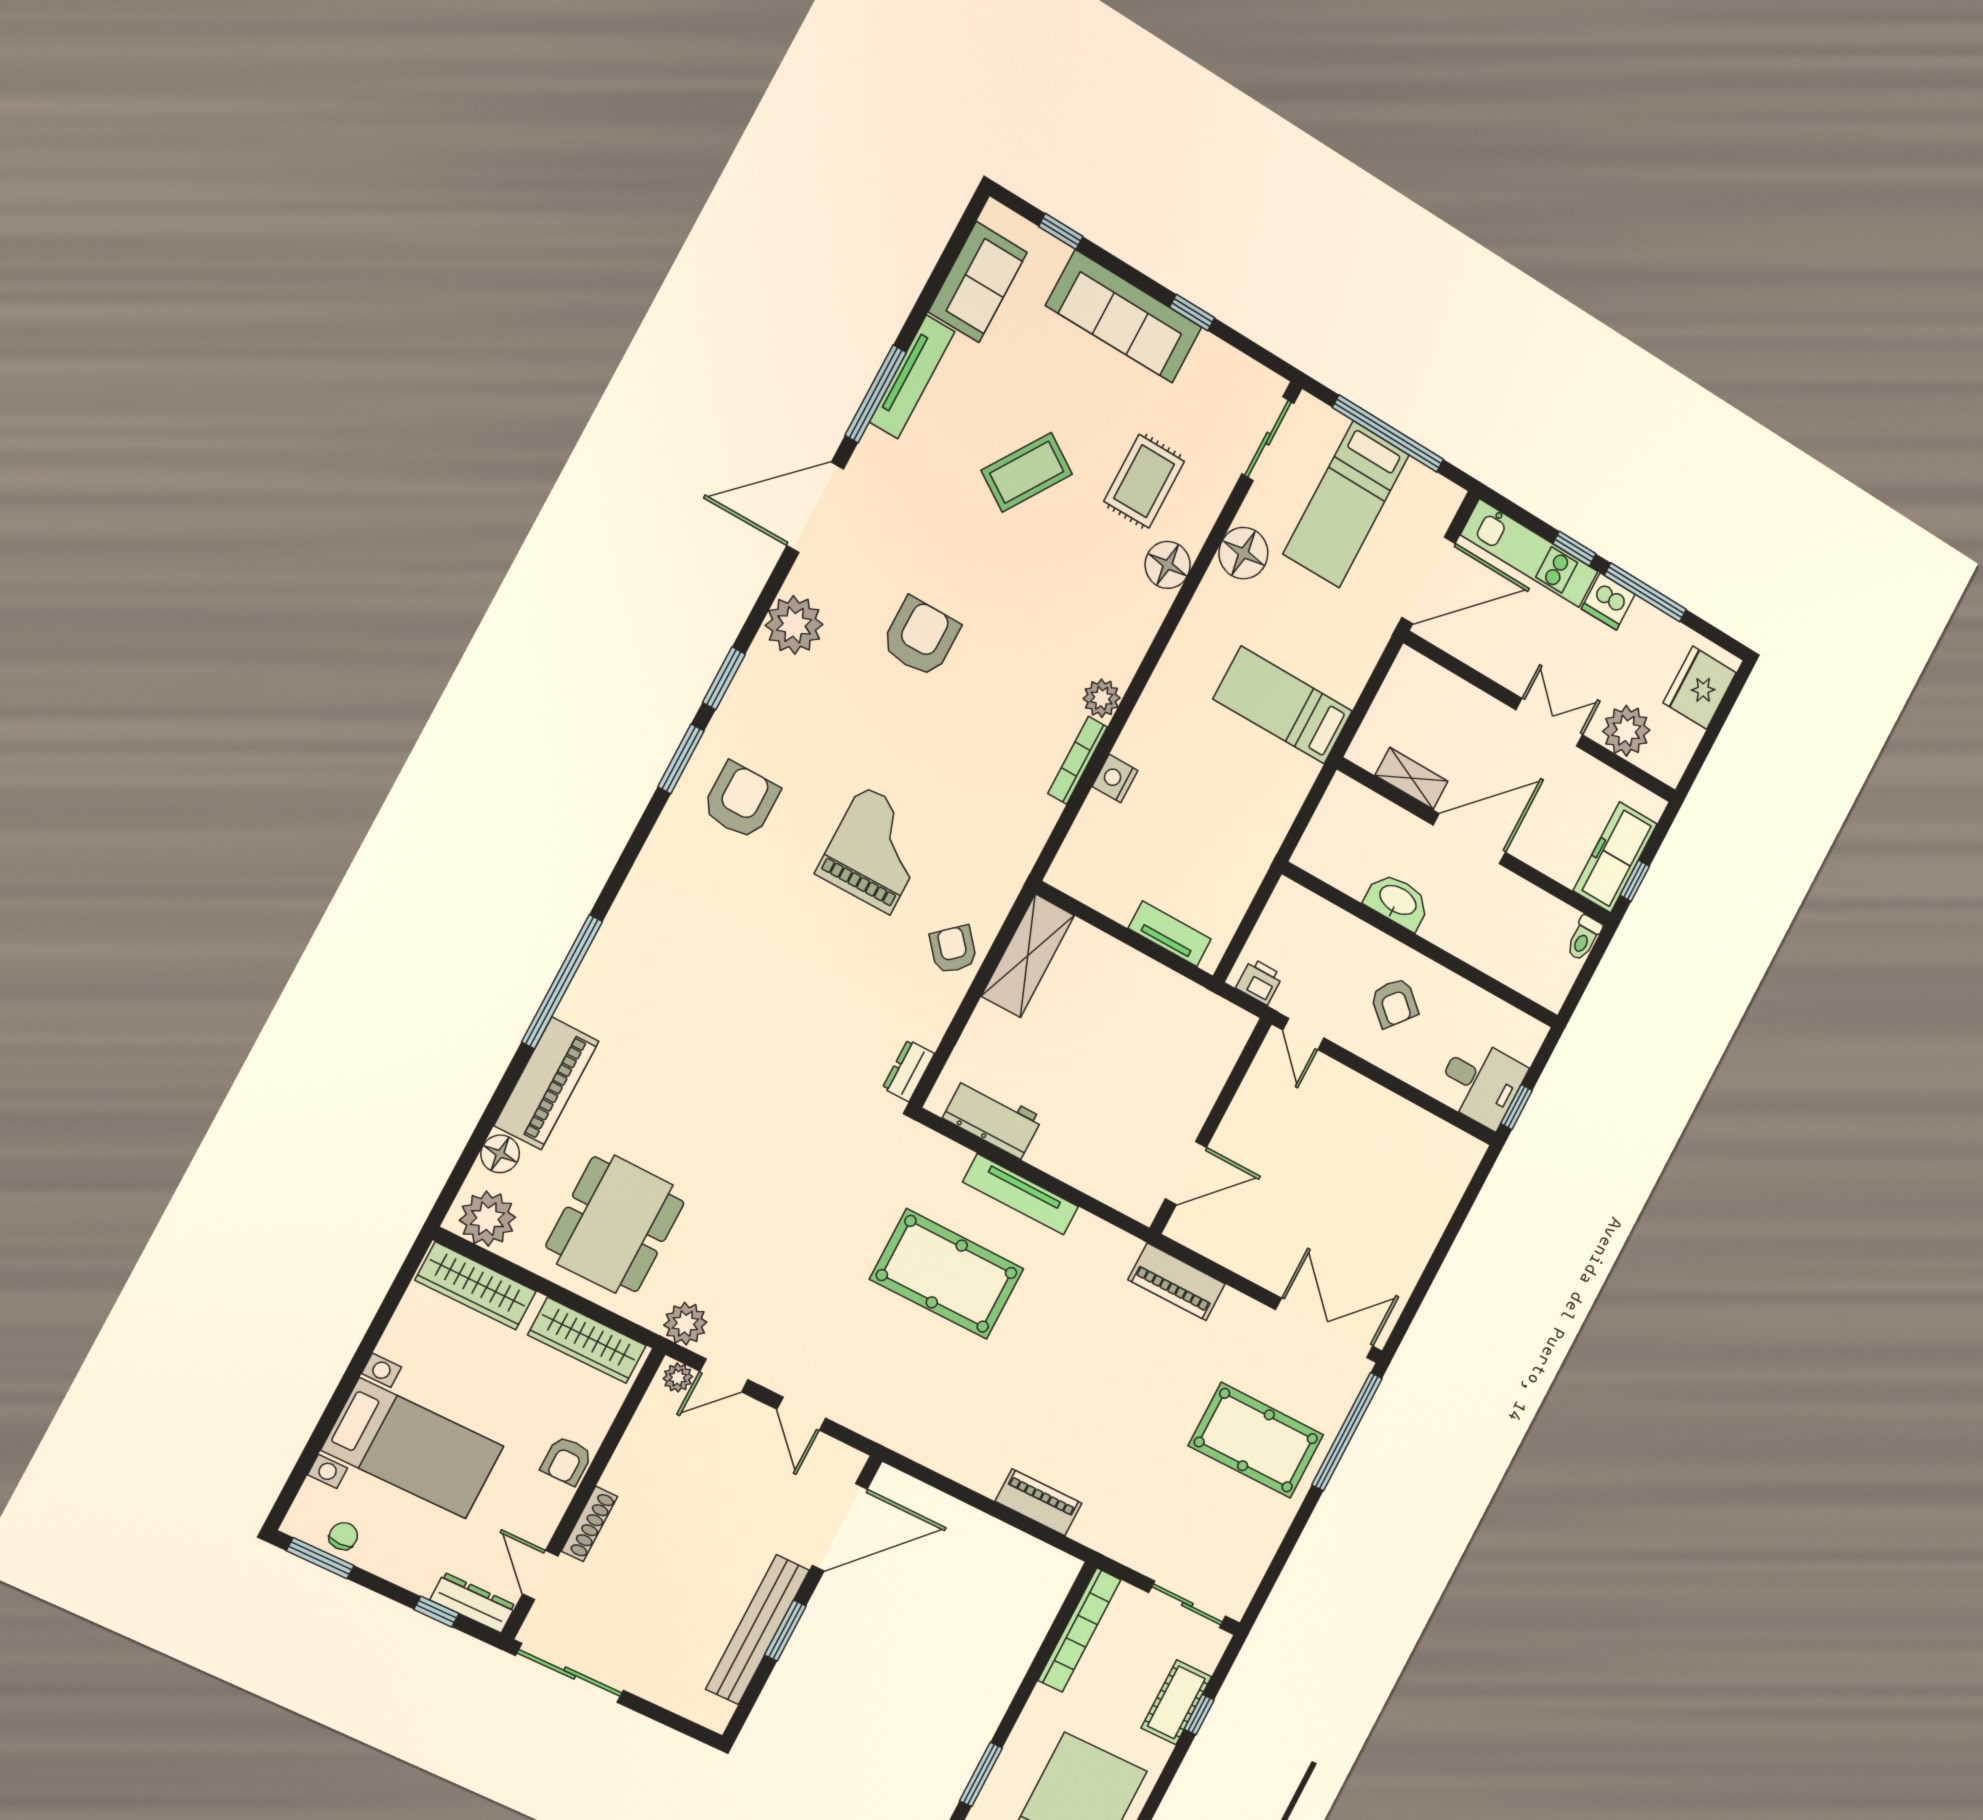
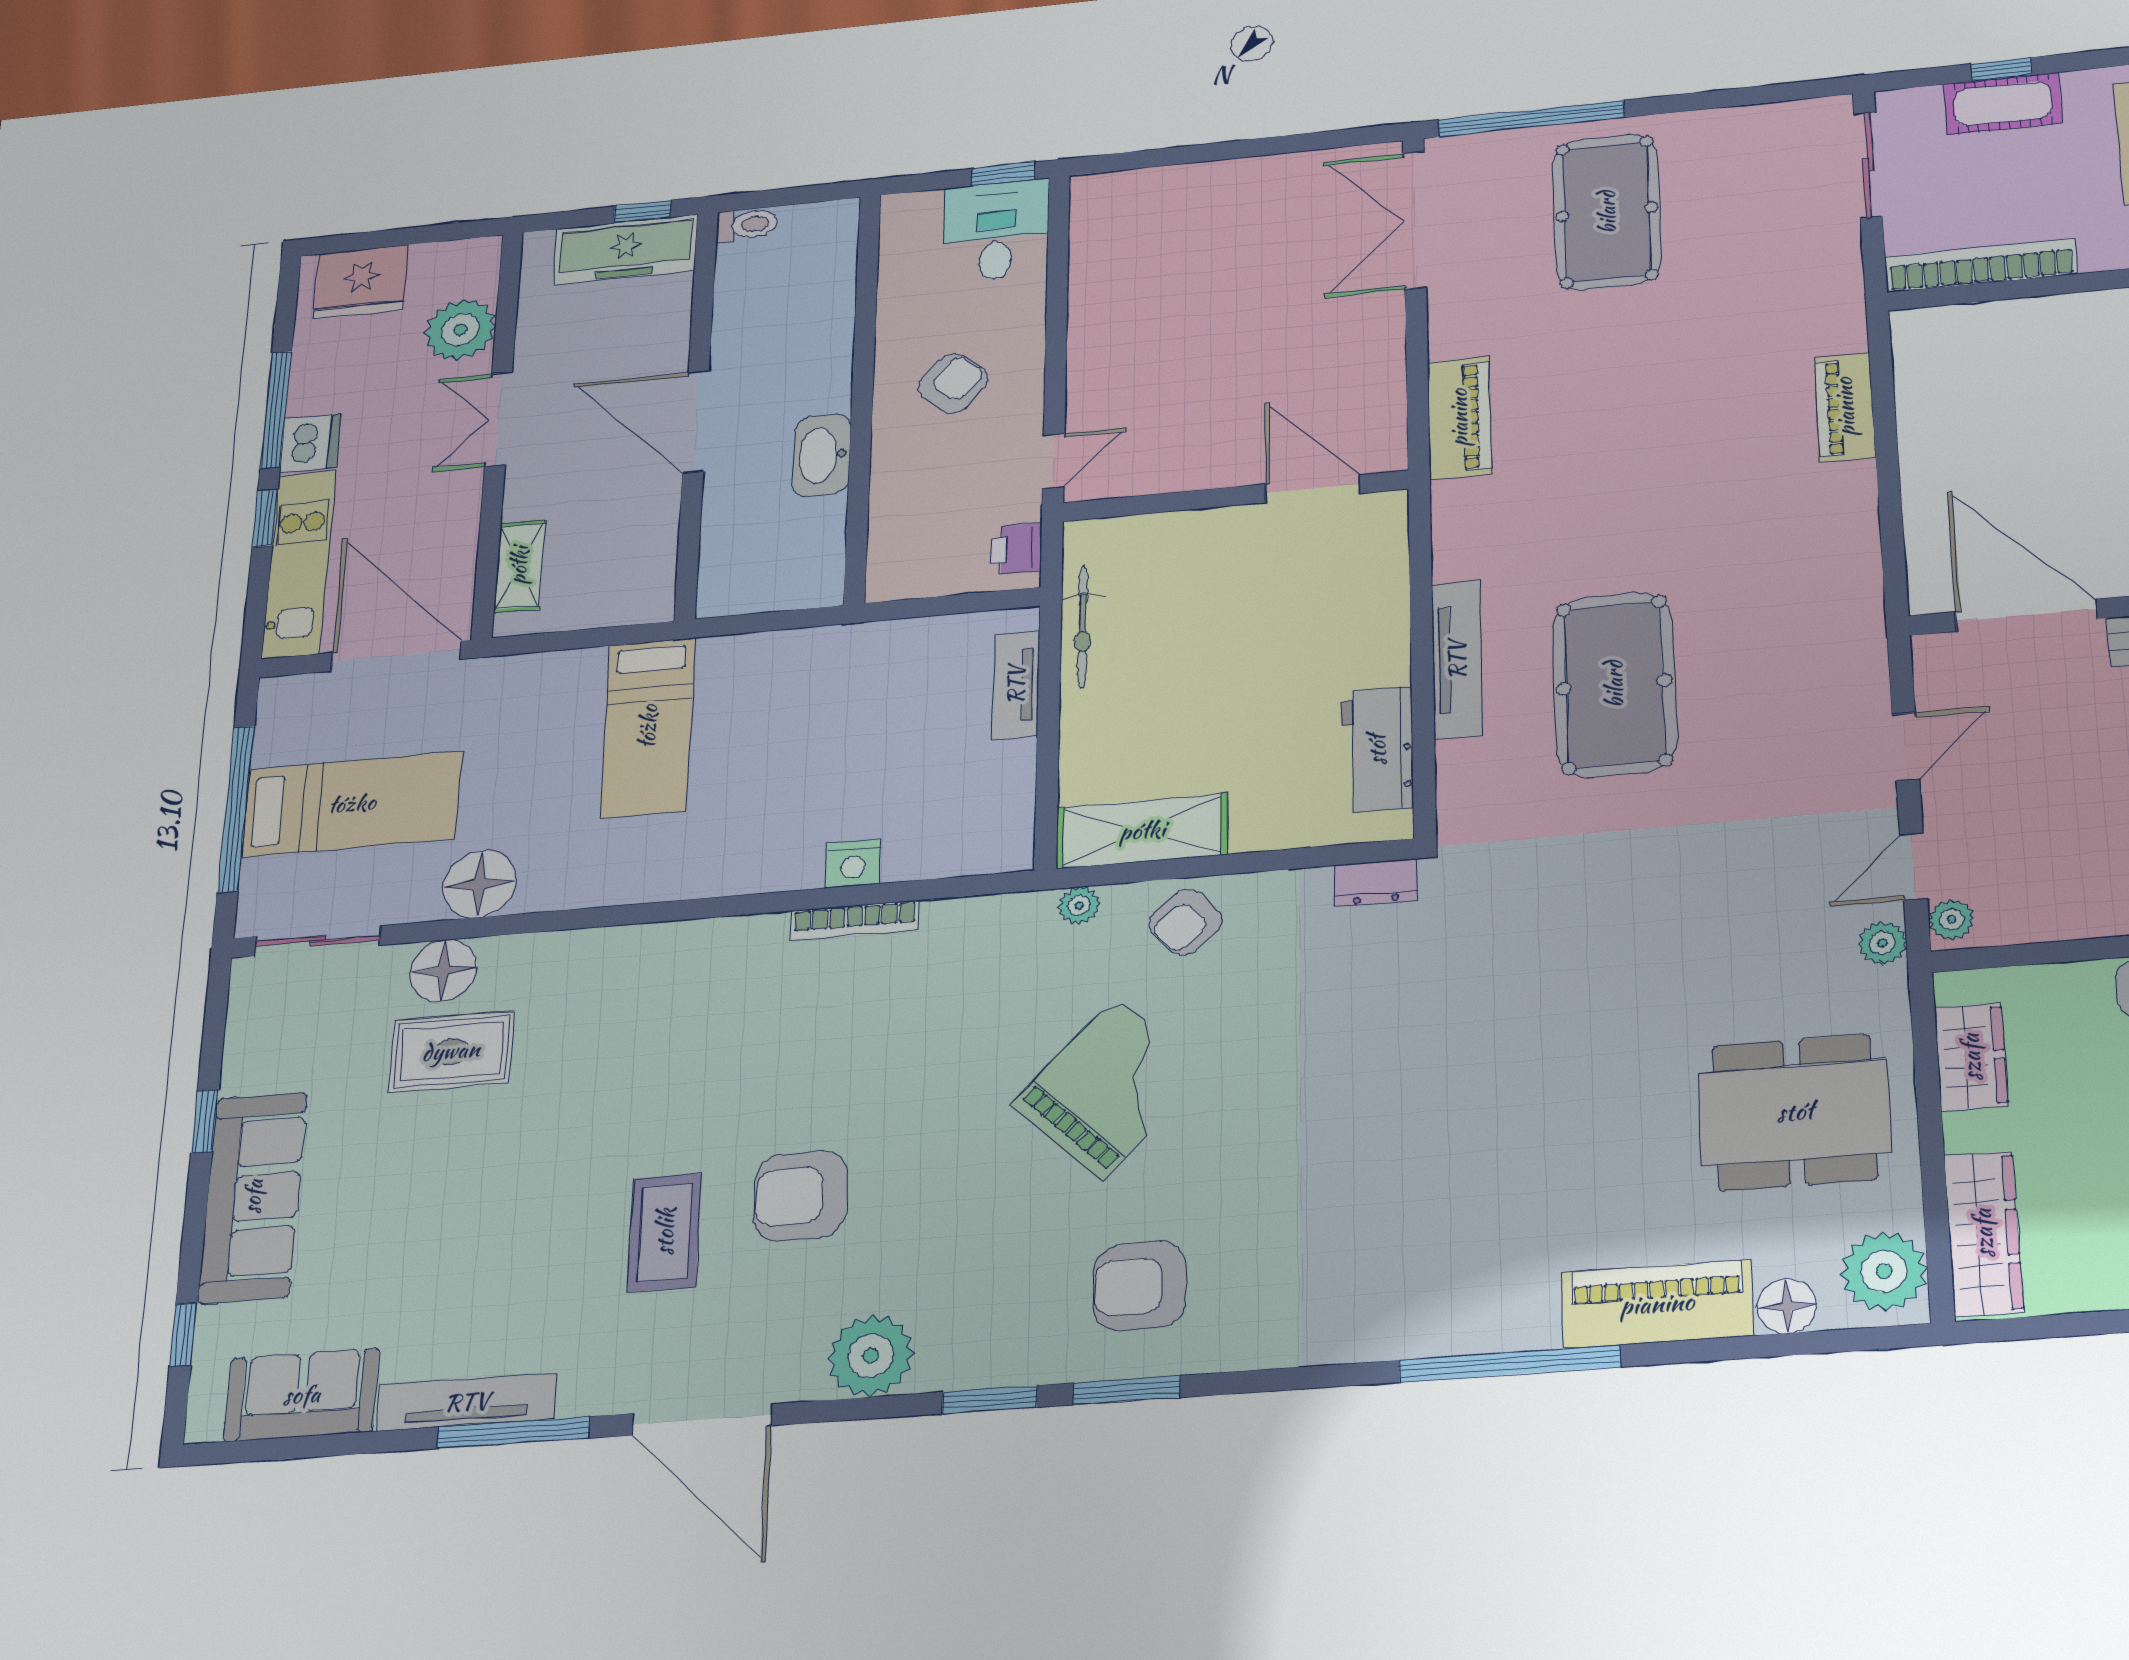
coffee table: (1027, 472) -> (665, 1232), moved, turned 57
floor lamp: (1168, 565) -> (443, 970), moved
plant: (1102, 698) -> (1079, 905), moved, width x0.73, depth x0.73
shelving: (1411, 778) -> (519, 566), moved
grand piano: (876, 850) -> (1109, 1088), turned 134
bicycle: (1183, 993) -> (1083, 626), added
plant: (685, 1324) -> (1882, 943), width x0.73, depth x0.73
wardrobe: (587, 1340) -> (1971, 1057), width x0.67
door: (724, 1375) -> (1913, 867), swing flipped

